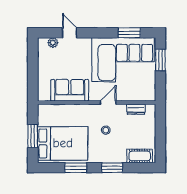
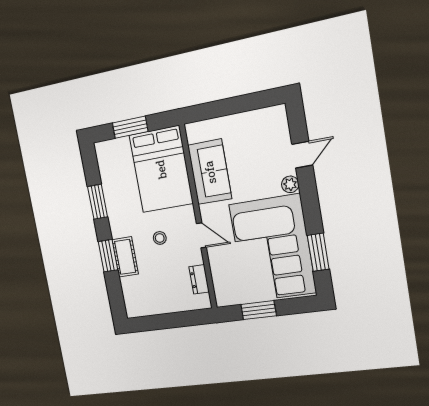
plant: (53, 43) -> (290, 184), moved
window: (160, 60) -> (259, 310), moved
bed: (63, 143) -> (161, 169), moved
cot: (140, 156) -> (125, 257), moved

